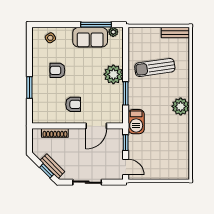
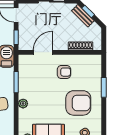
armchair: (57, 70) -> (78, 103), width x1.88, depth x1.88
plant: (113, 74) -> (23, 104), width x0.53, depth x0.53
armchair: (73, 104) -> (64, 72), turned 180

